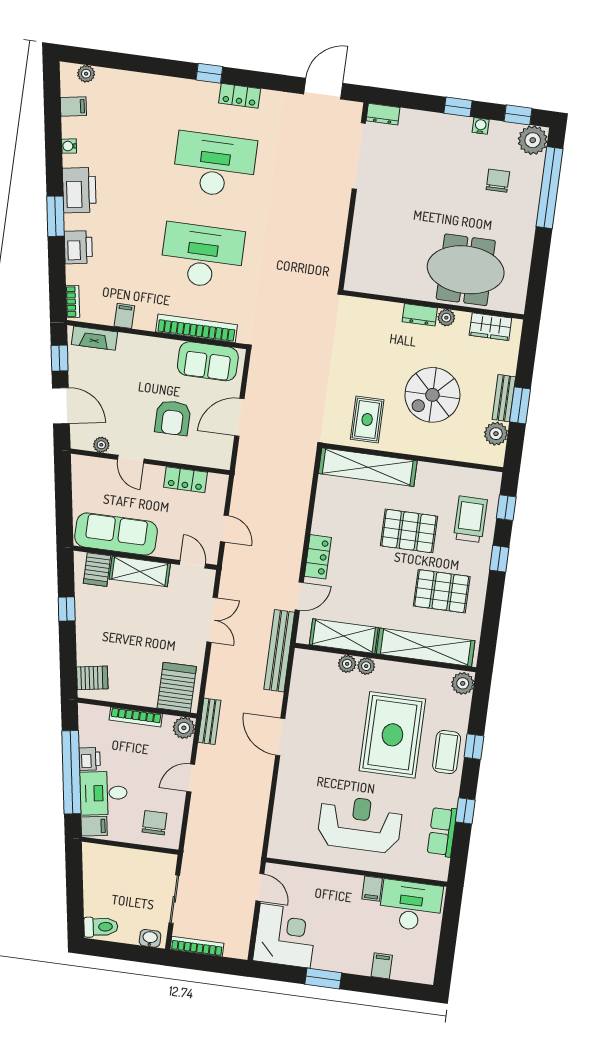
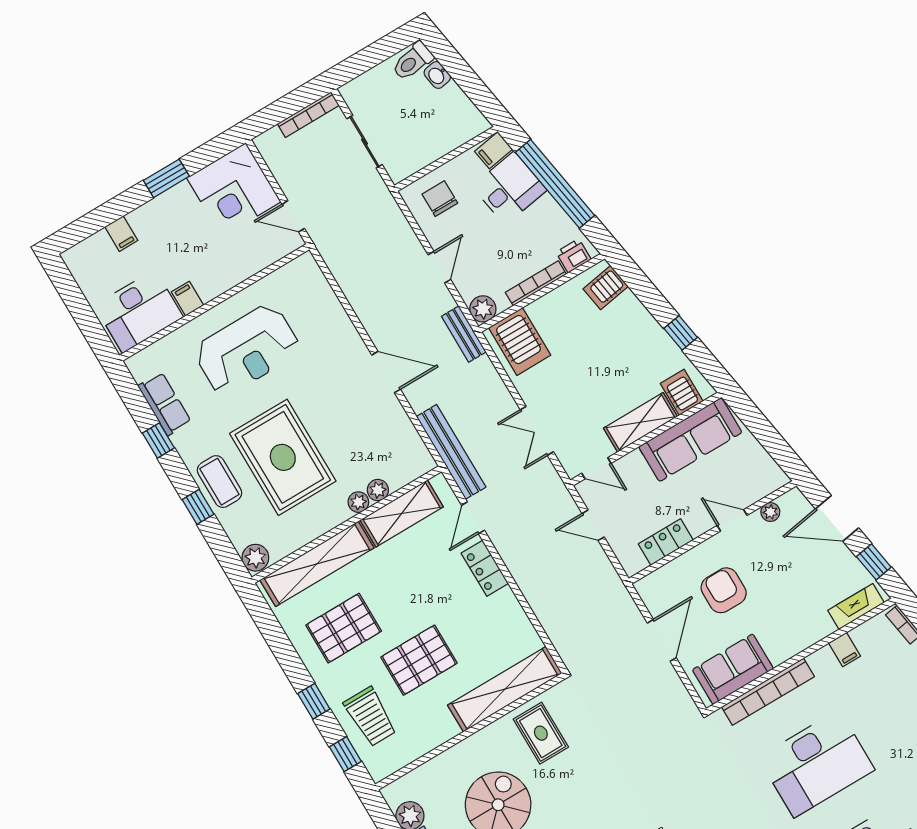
printer: (90, 759) -> (574, 256), moved, turned 99
chair: (155, 823) -> (440, 199), turned 180
washbasin: (150, 938) -> (437, 75), moved, turned 81

